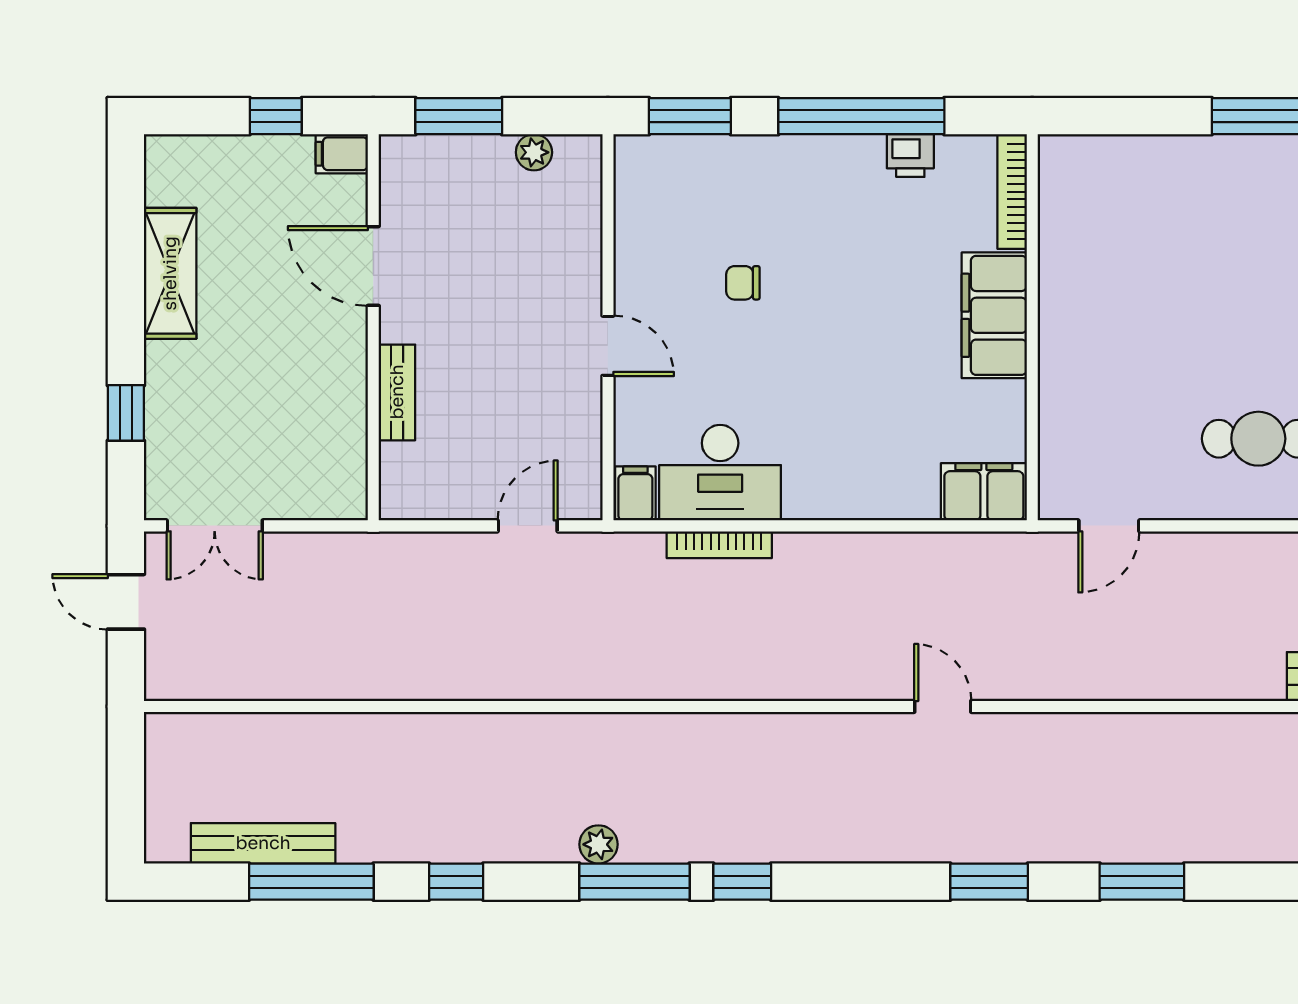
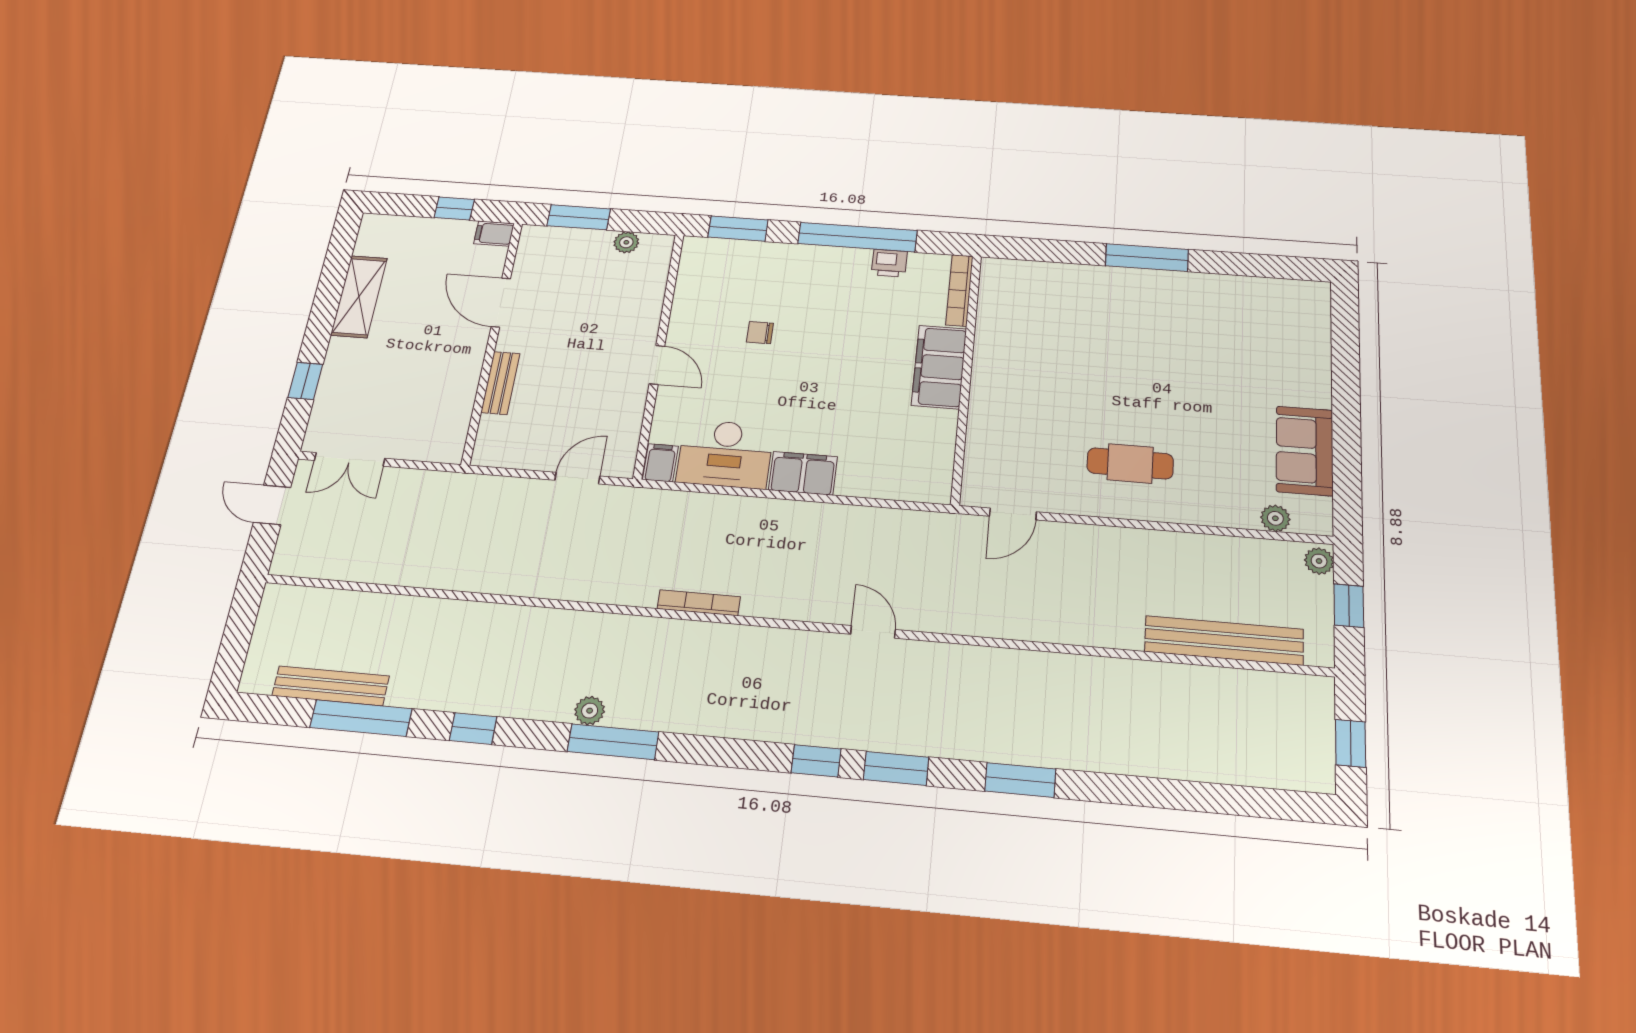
filing cabinet: (984, 492) -> (803, 473), moved
bookcase: (719, 545) -> (699, 603), moved, turned 180
window: (742, 882) -> (816, 761), moved

